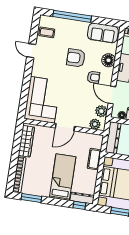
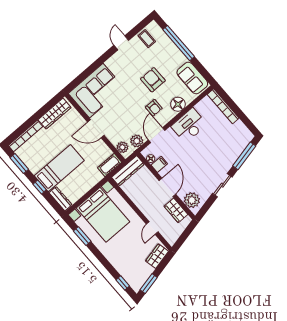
cot: (94, 159) -> (110, 165), moved
window: (79, 205) -> (40, 187), moved

